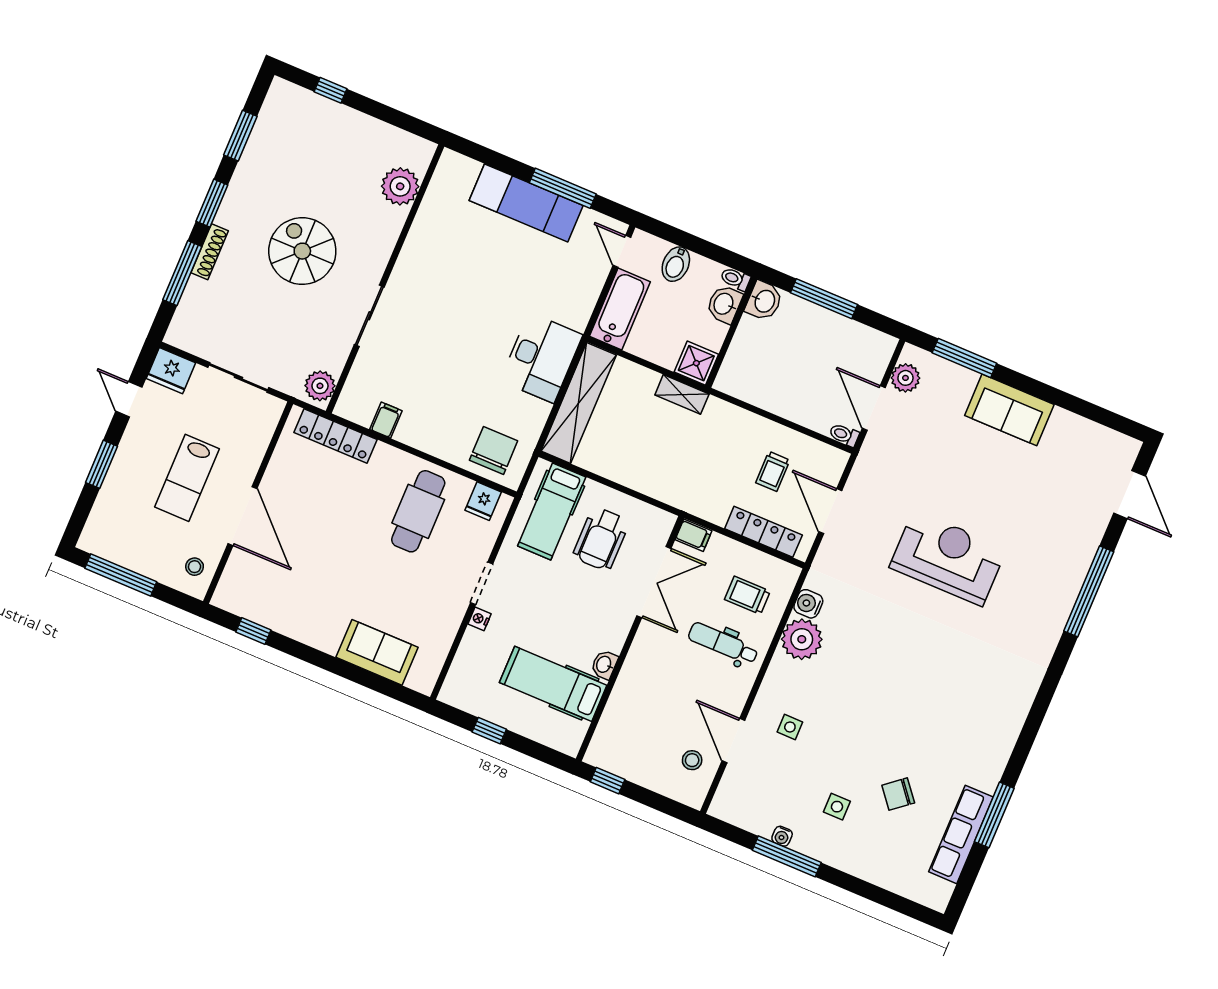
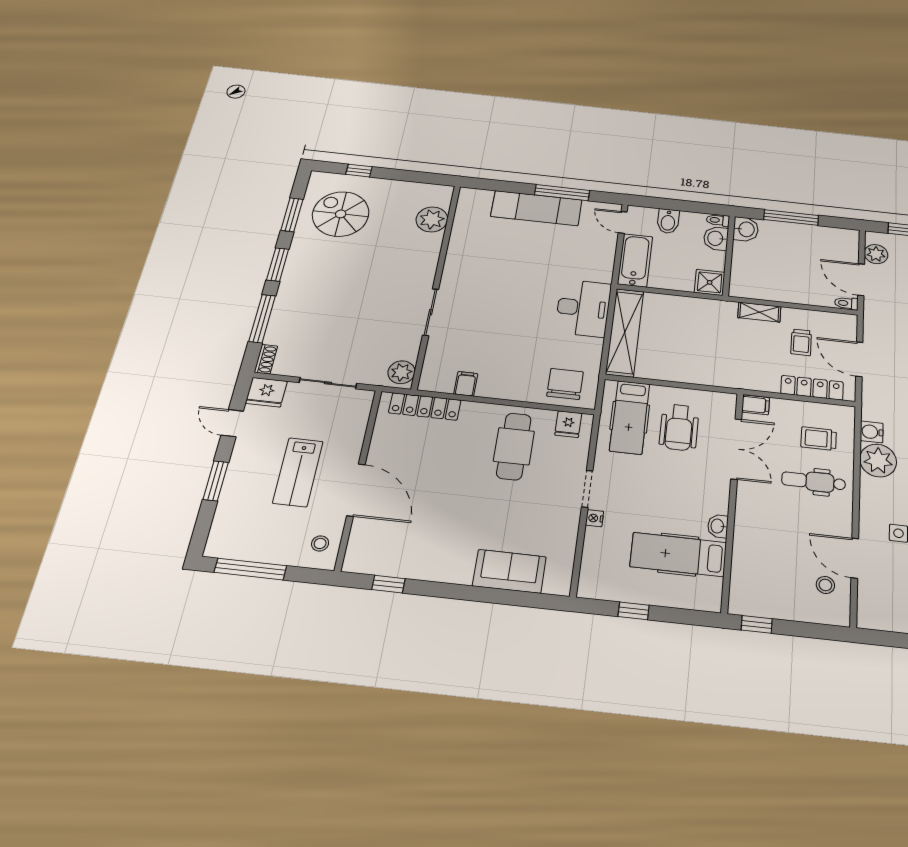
spiral stairs: (302, 251) -> (341, 214), moved
shoe rack: (210, 252) -> (266, 359), moved, width x0.70
shelving: (682, 394) -> (759, 312), moved

